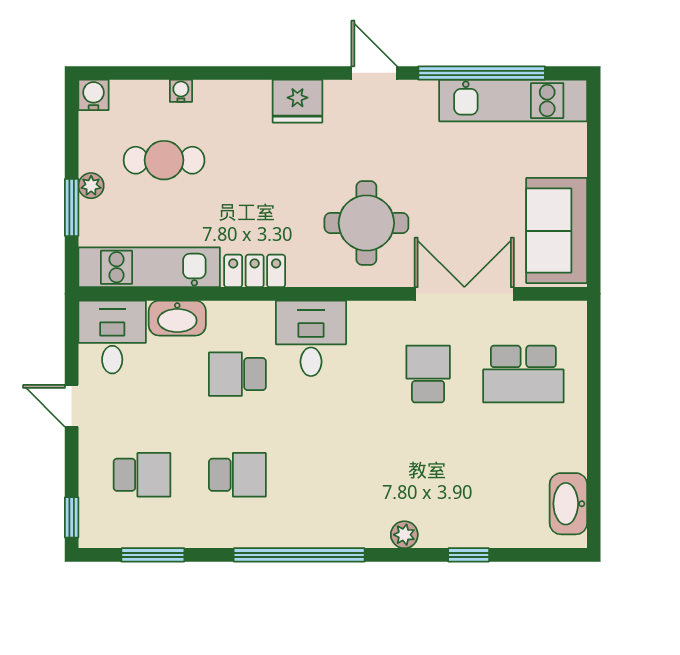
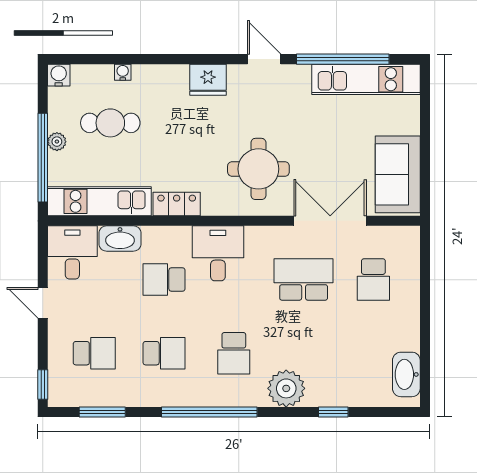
window: (72, 207) -> (43, 158), width x2.11
school desk: (428, 374) -> (304, 280), width x1.85
school desk: (523, 374) -> (373, 280), width x0.54
school desk: (333, 475) -> (234, 353), added
plant: (404, 535) -> (286, 388), width x1.88, depth x1.88

